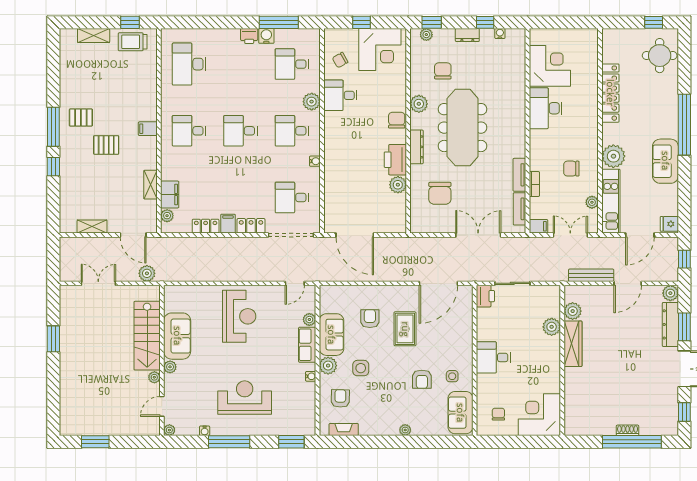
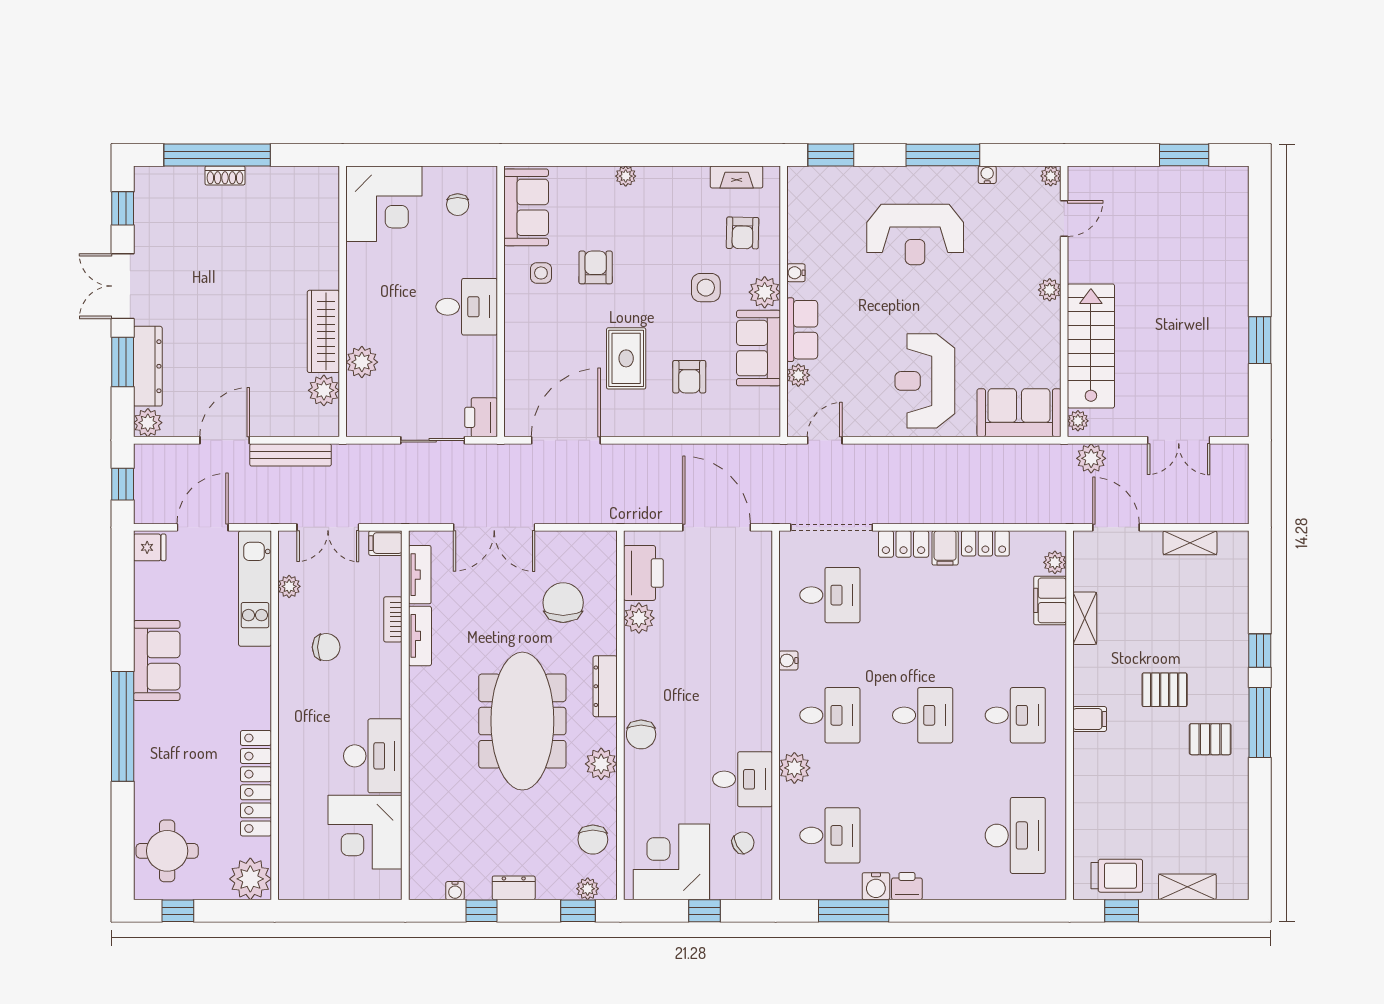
chair: (443, 71) -> (593, 840), moved
plant: (613, 156) -> (250, 879), moved
printer: (395, 160) -> (643, 573), moved
sofa: (177, 336) -> (1019, 413), moved, turned 90
plant: (154, 377) -> (1078, 421), moved

